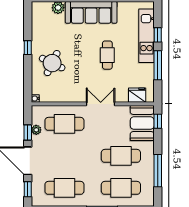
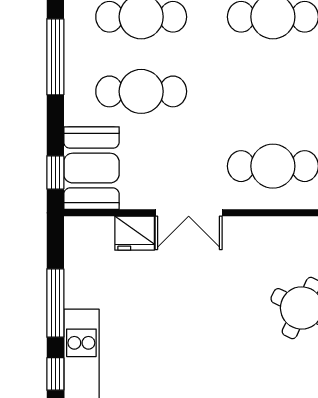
cafe table: (107, 55) -> (173, 327), removed
fridge: (137, 95) -> (135, 233), moved

